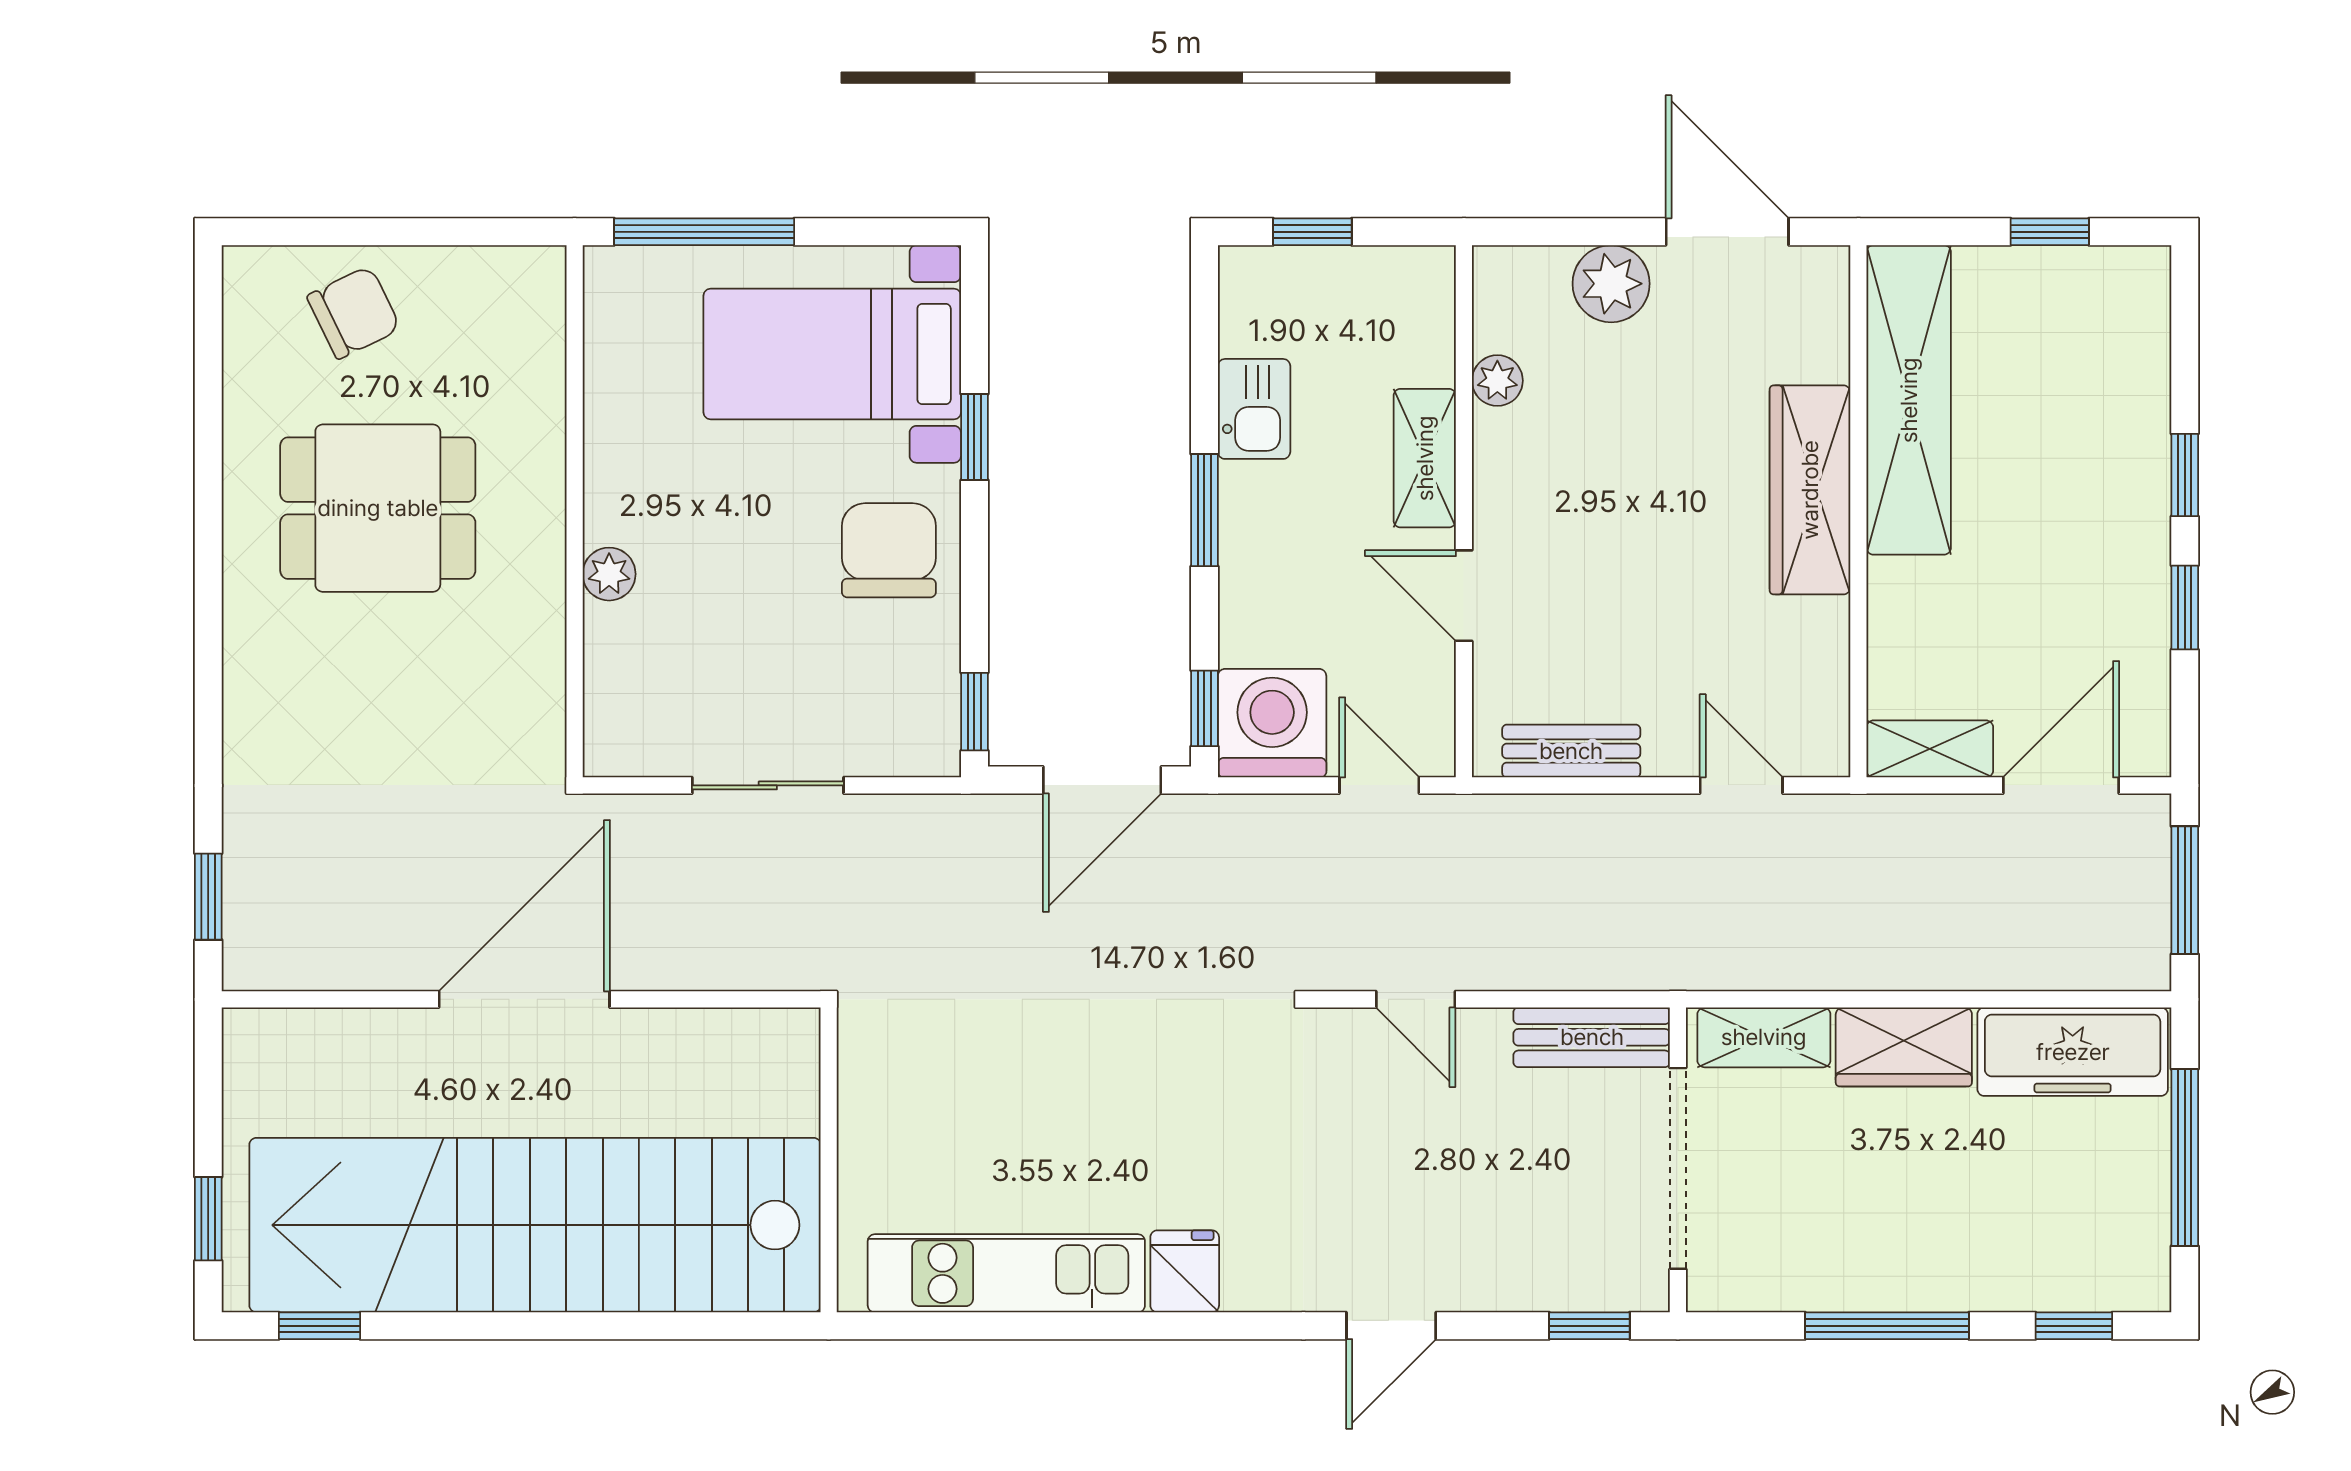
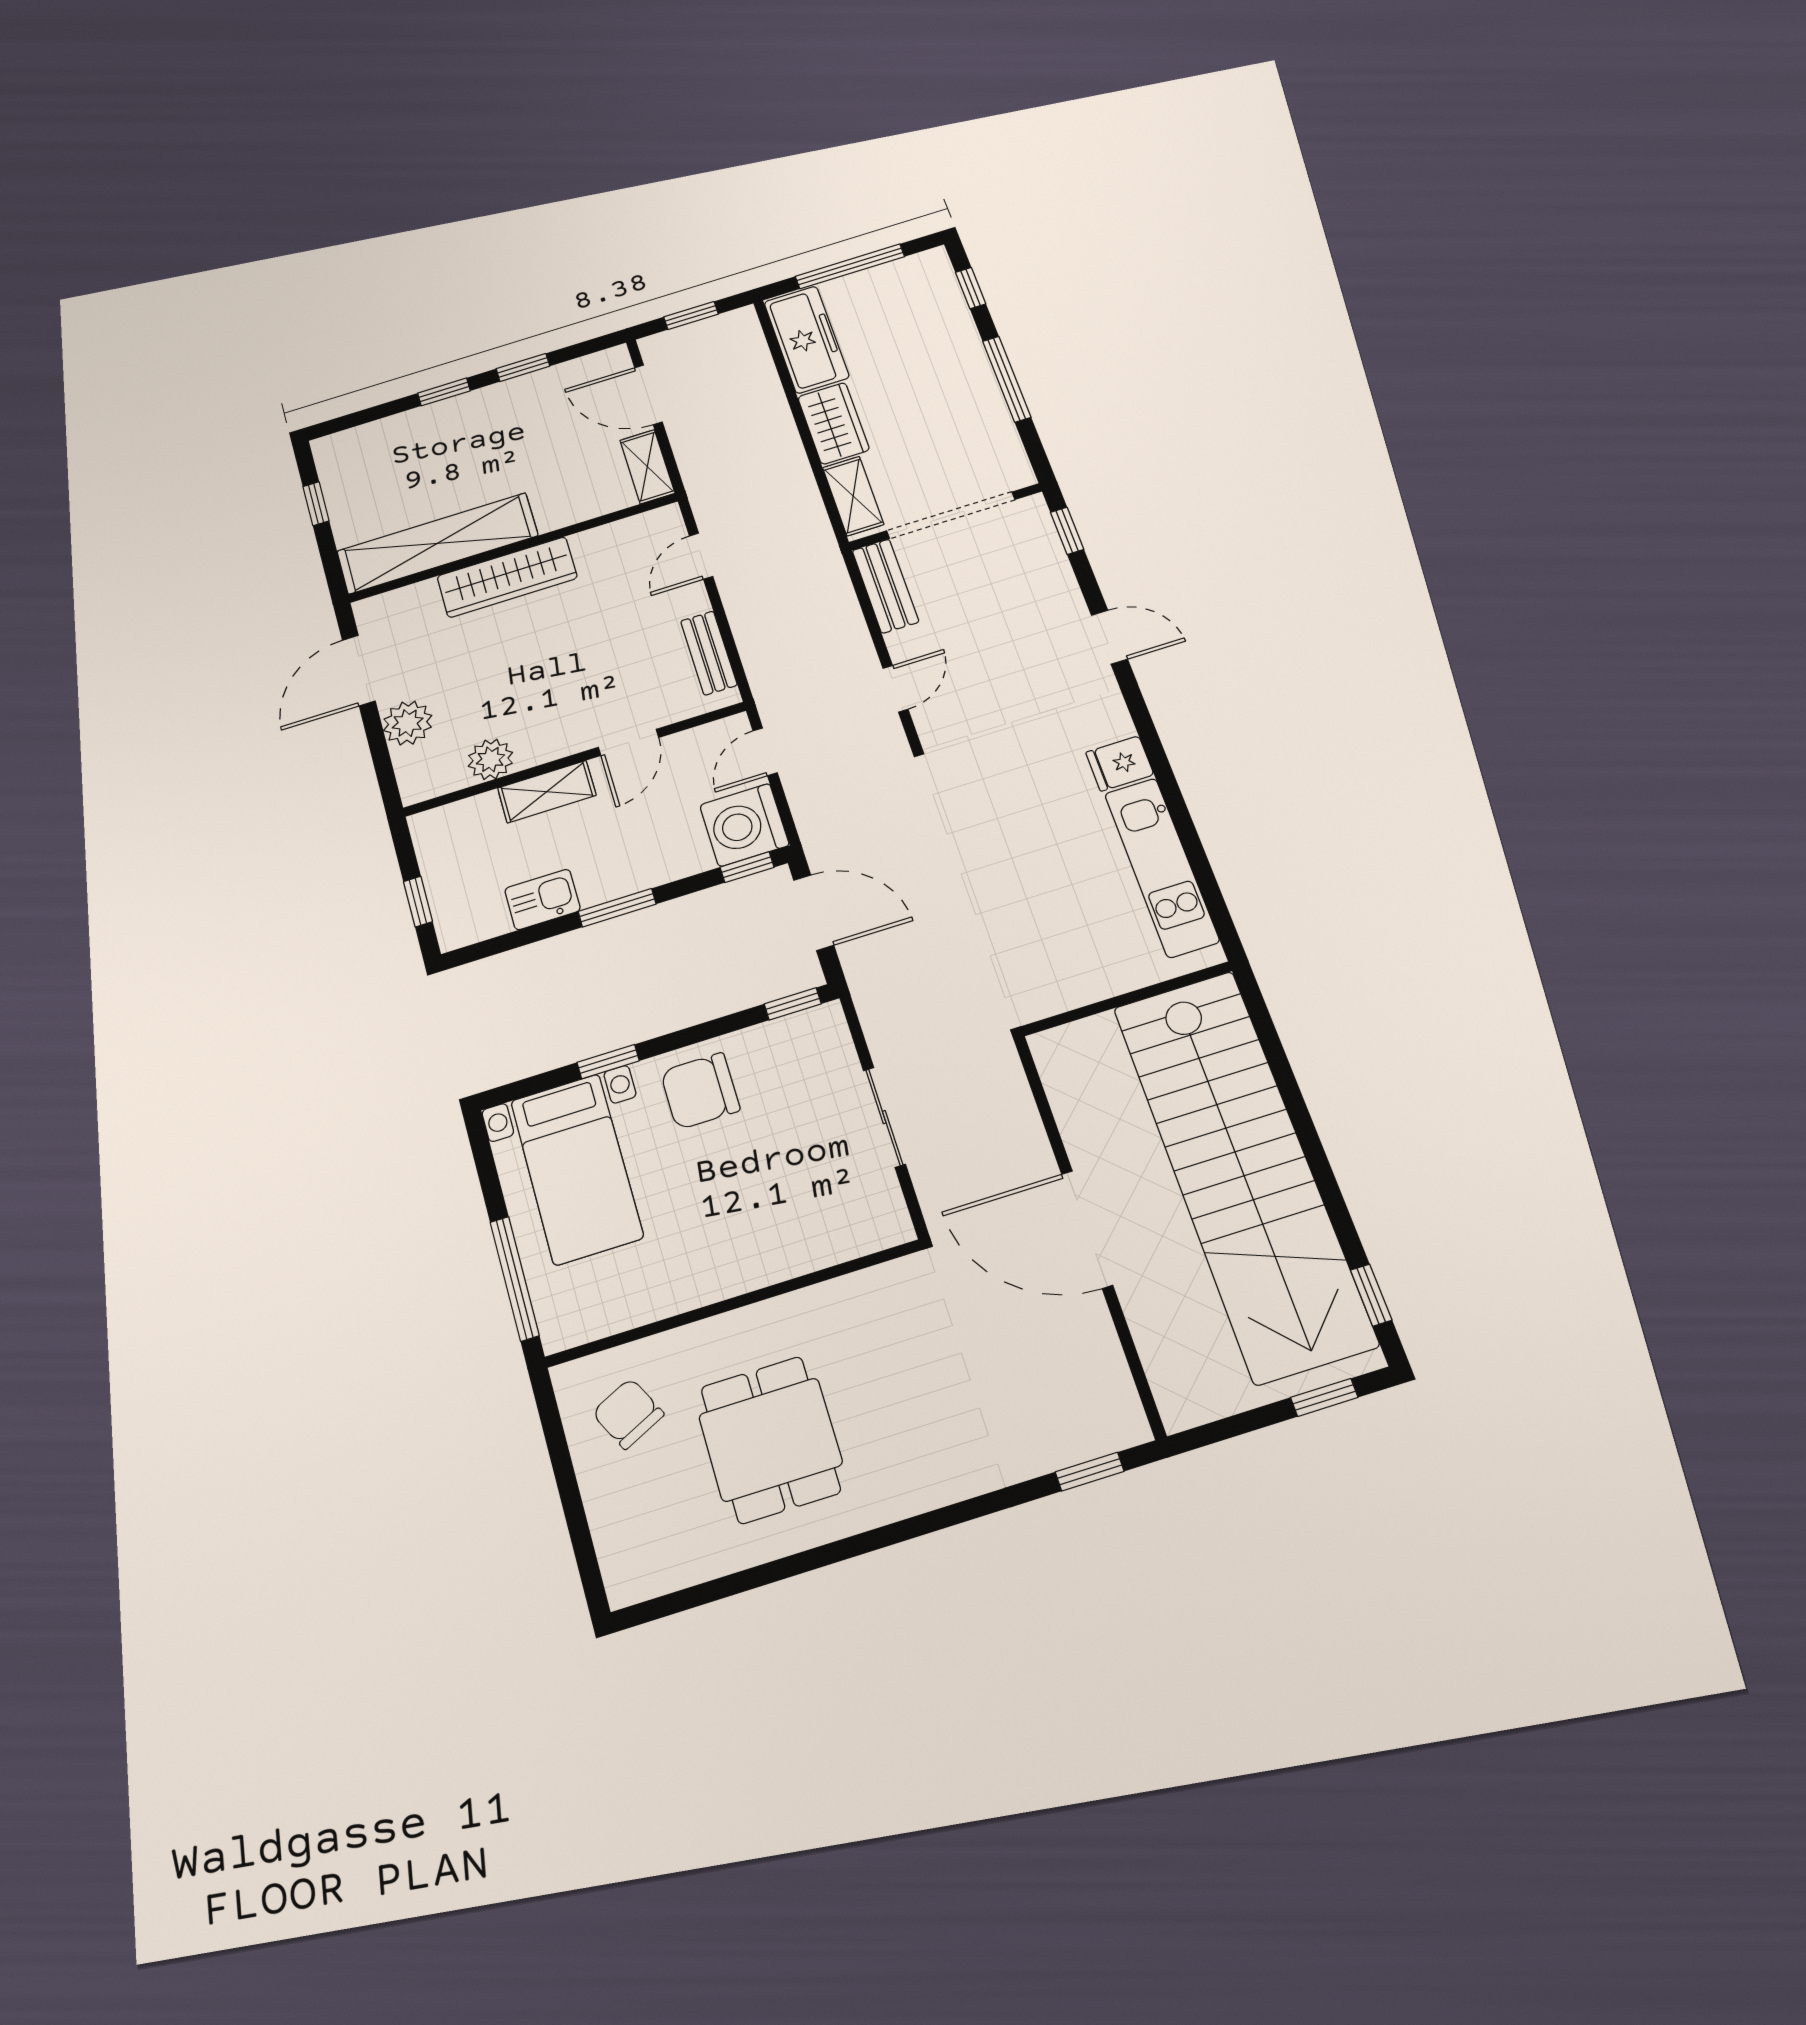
chair: (354, 312) -> (628, 1414), moved
plant: (1497, 381) -> (490, 759), width x1.38, depth x1.38
plant: (609, 574) -> (770, 1267), removed
window: (2185, 890) -> (691, 316), width x0.67

